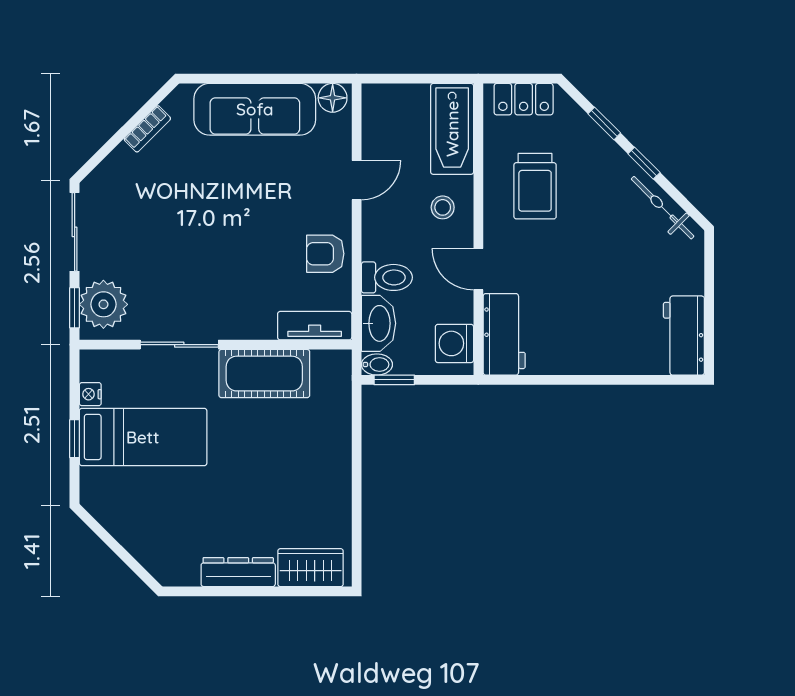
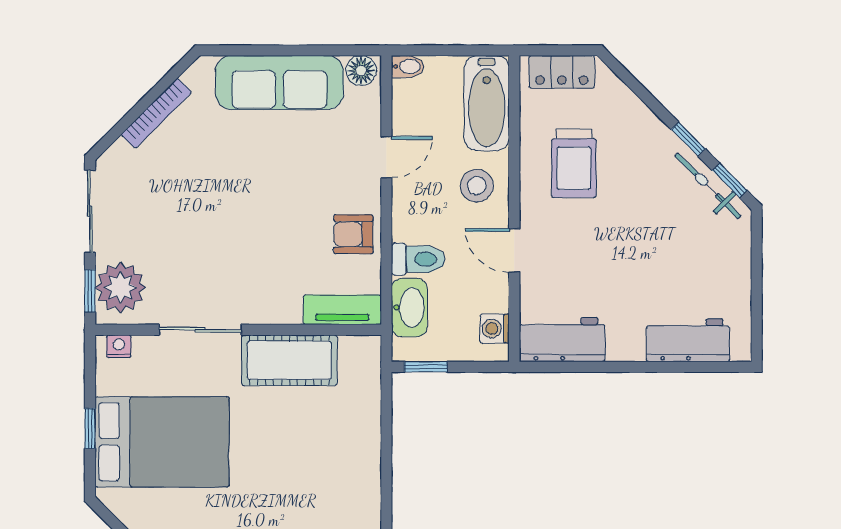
window: (604, 123) -> (730, 180), moved
bookcase: (147, 129) -> (156, 113), width x1.56
stool: (443, 207) -> (477, 186), width x1.37, depth x1.37
workbench: (504, 334) -> (562, 340), moved, turned -90
workbench: (684, 336) -> (688, 340), moved, turned 90
washing machine: (454, 343) -> (495, 329), width x0.73, depth x0.73
bidet: (377, 364) -> (408, 66), moved
nightstand: (90, 394) -> (119, 346), moved, turned 90
bed: (143, 437) -> (162, 442), width x1.50

